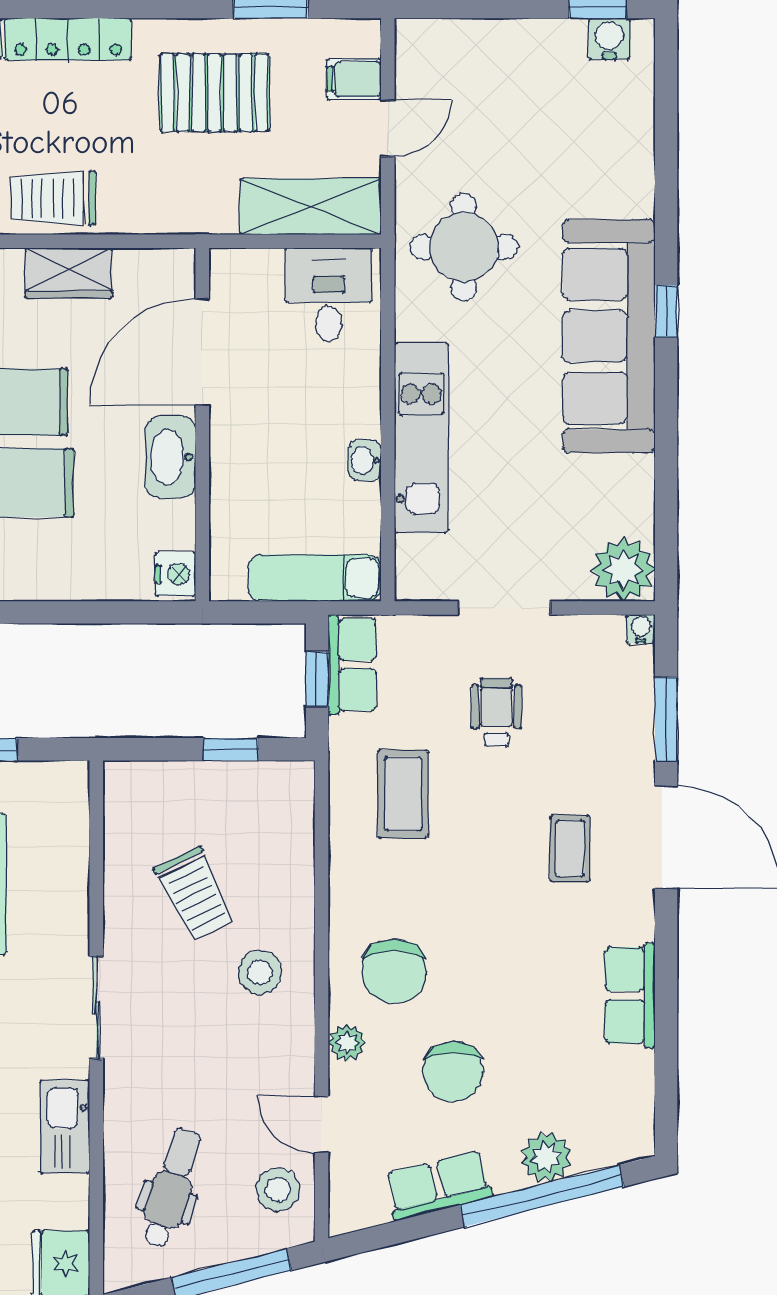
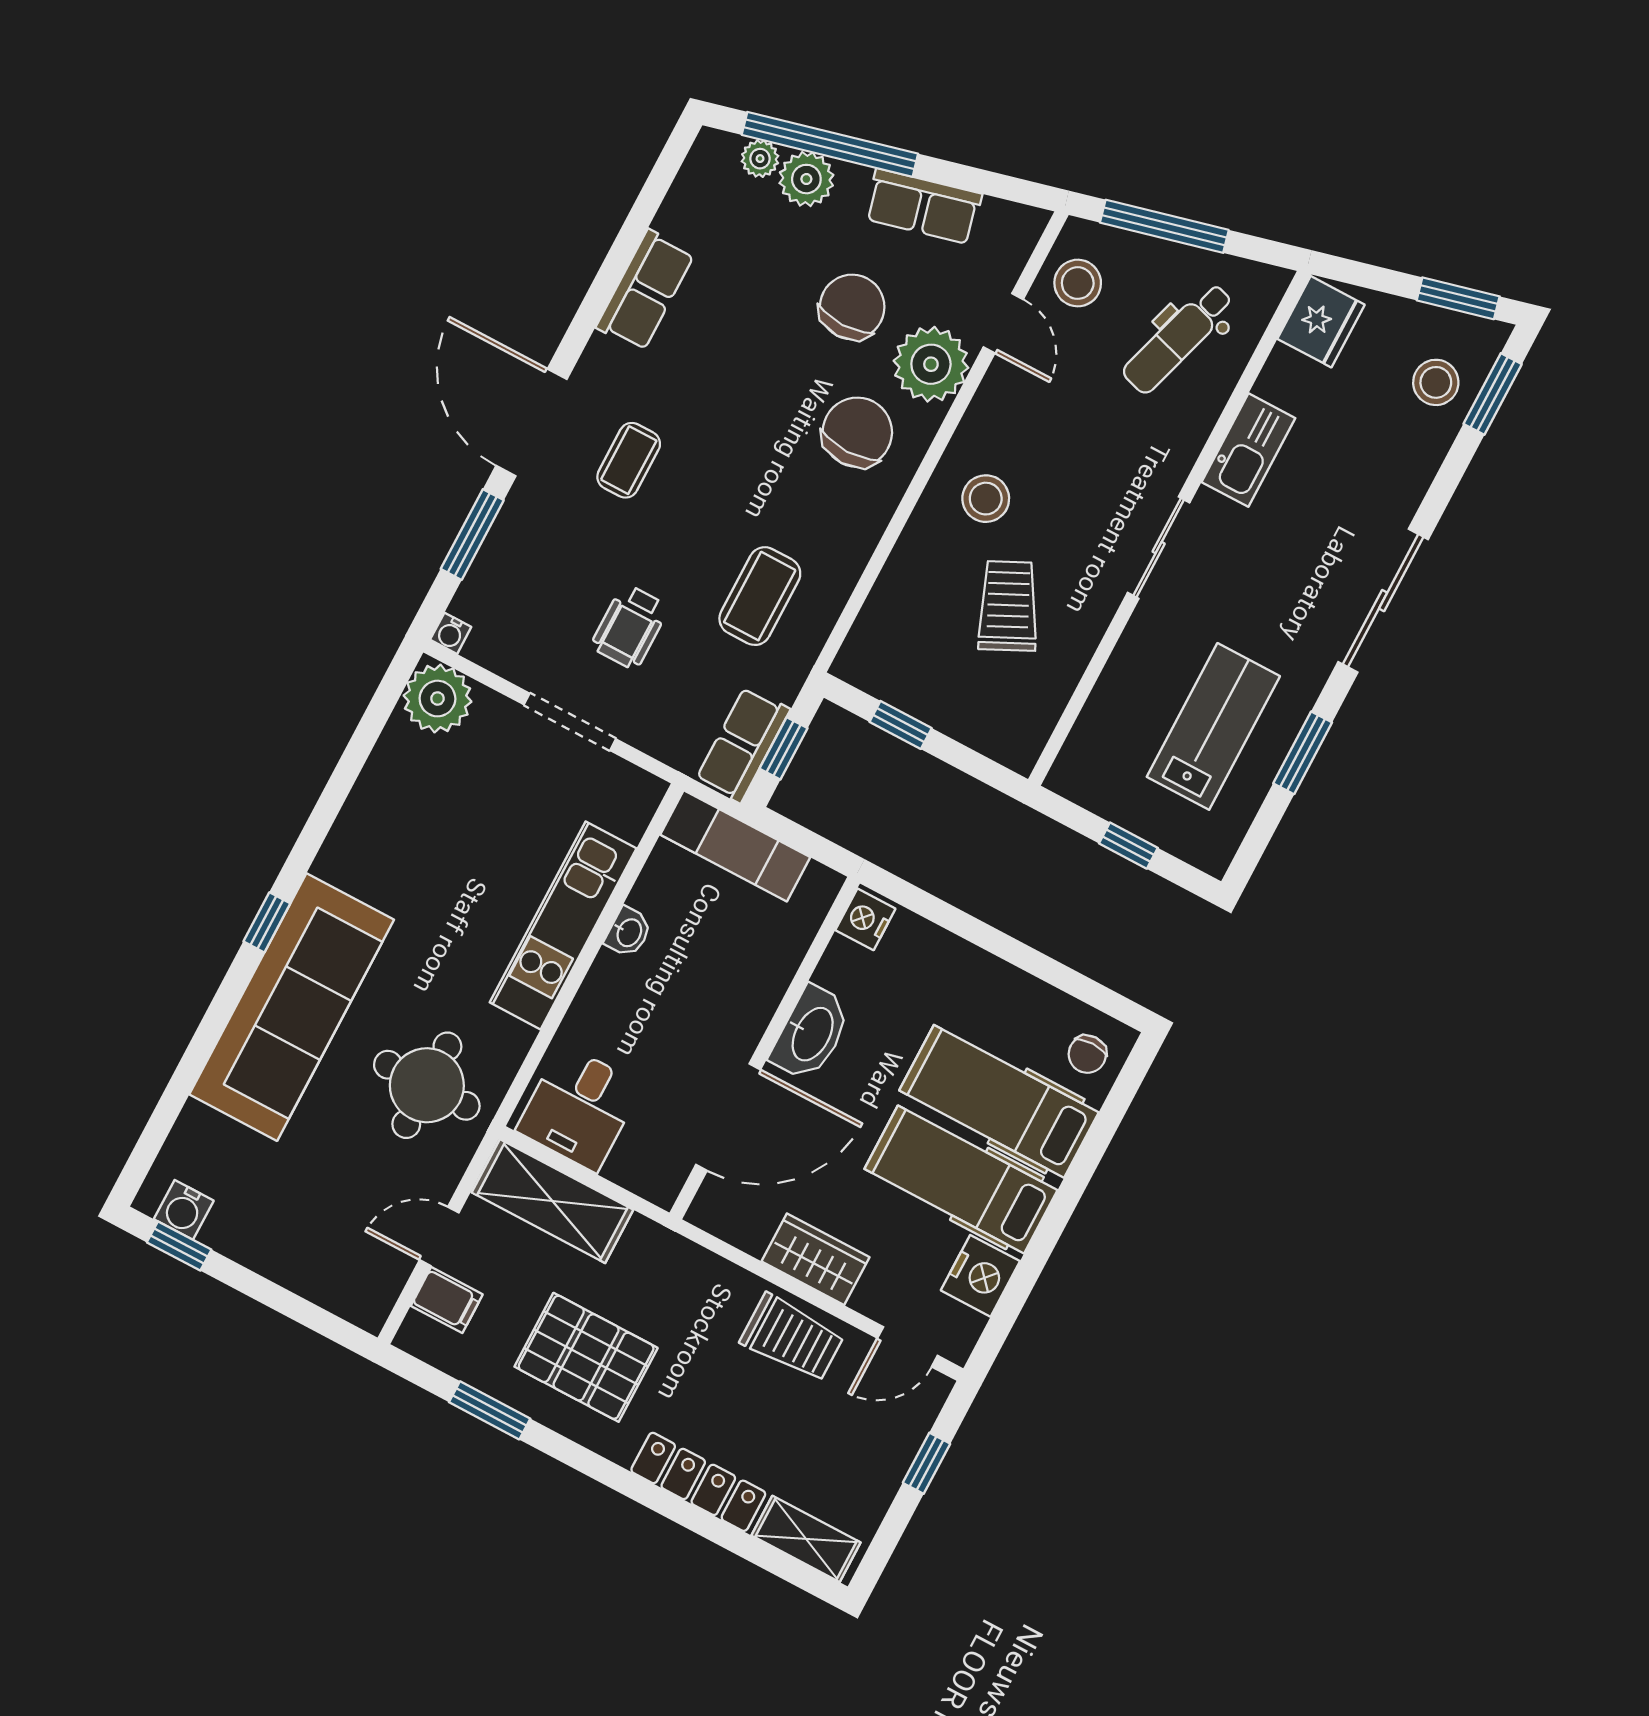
sofa: (609, 336) -> (292, 1007), moved
plant: (347, 1043) -> (931, 364), width x1.87, depth x1.87
plant: (593, 1154) -> (760, 159), added

